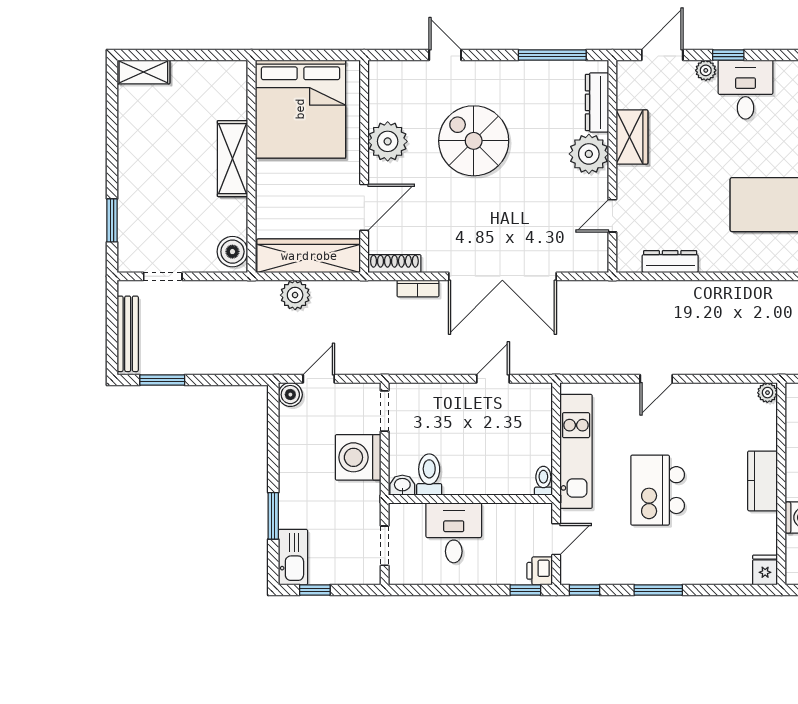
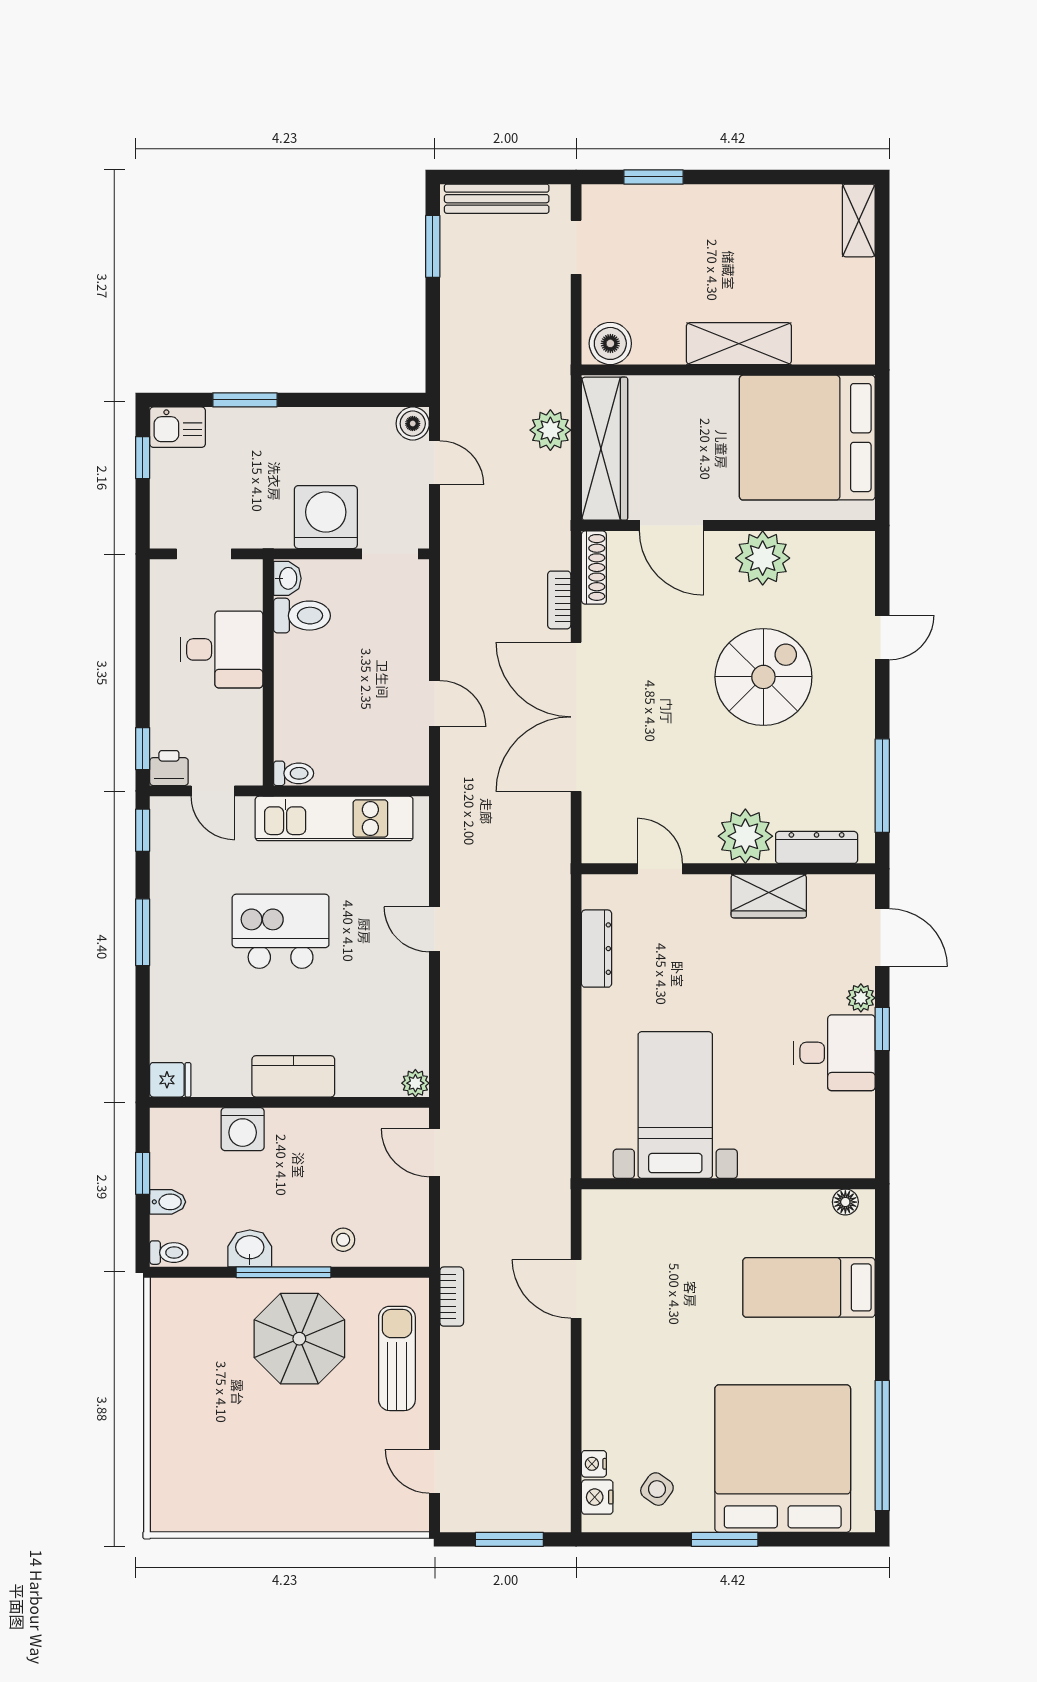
kitchen sink: (293, 557) -> (178, 427), width x0.73

